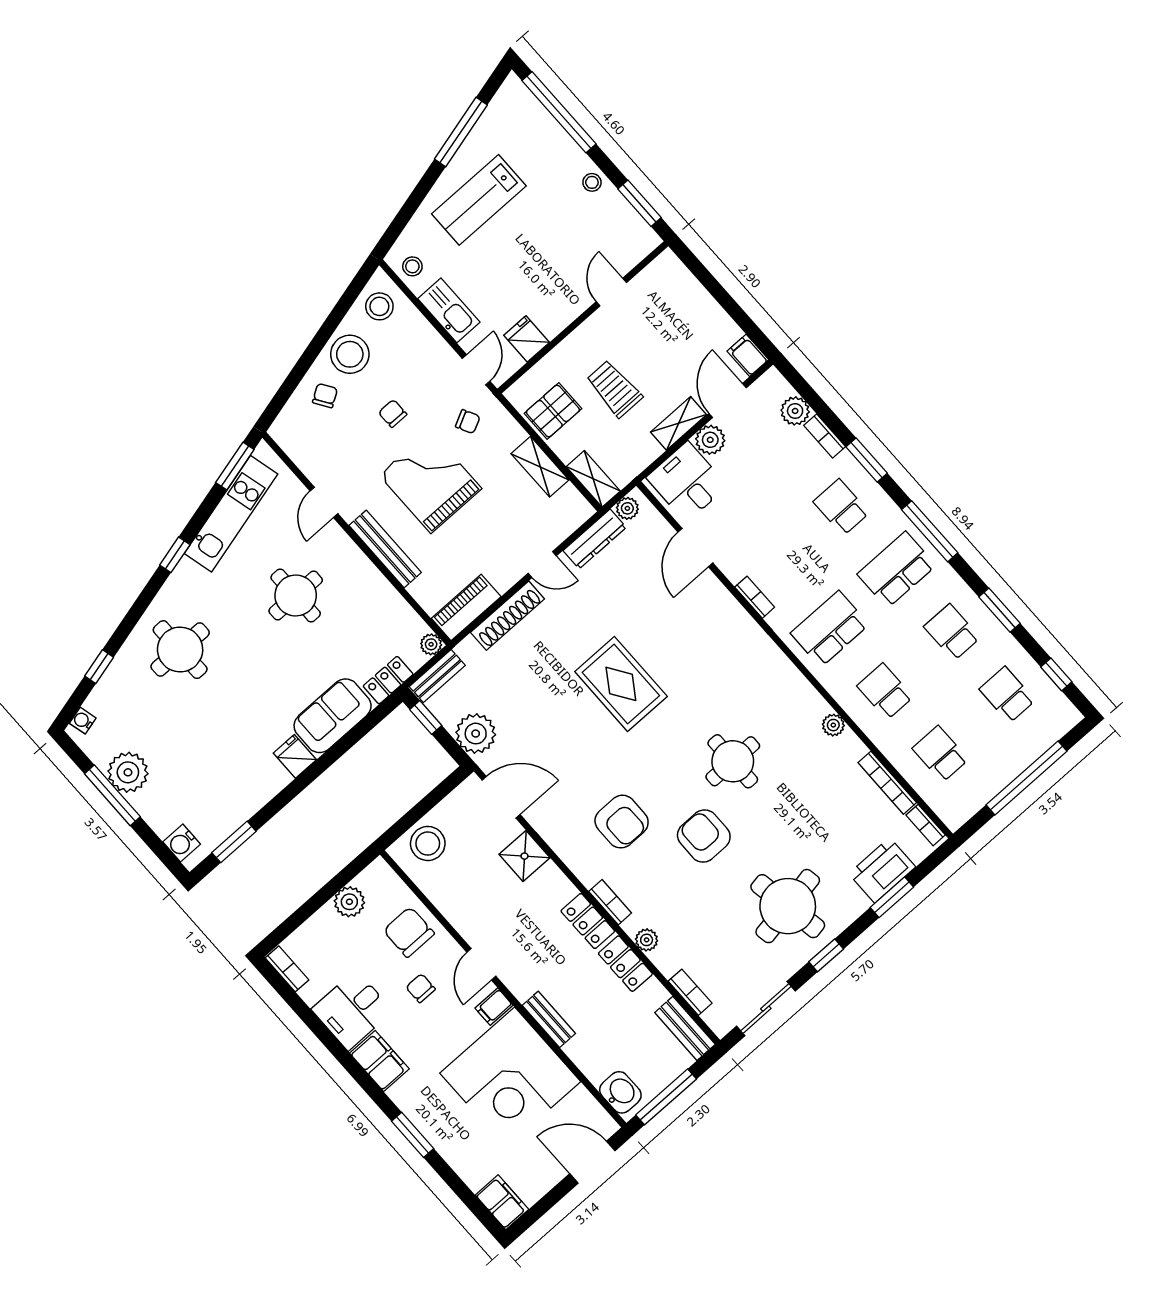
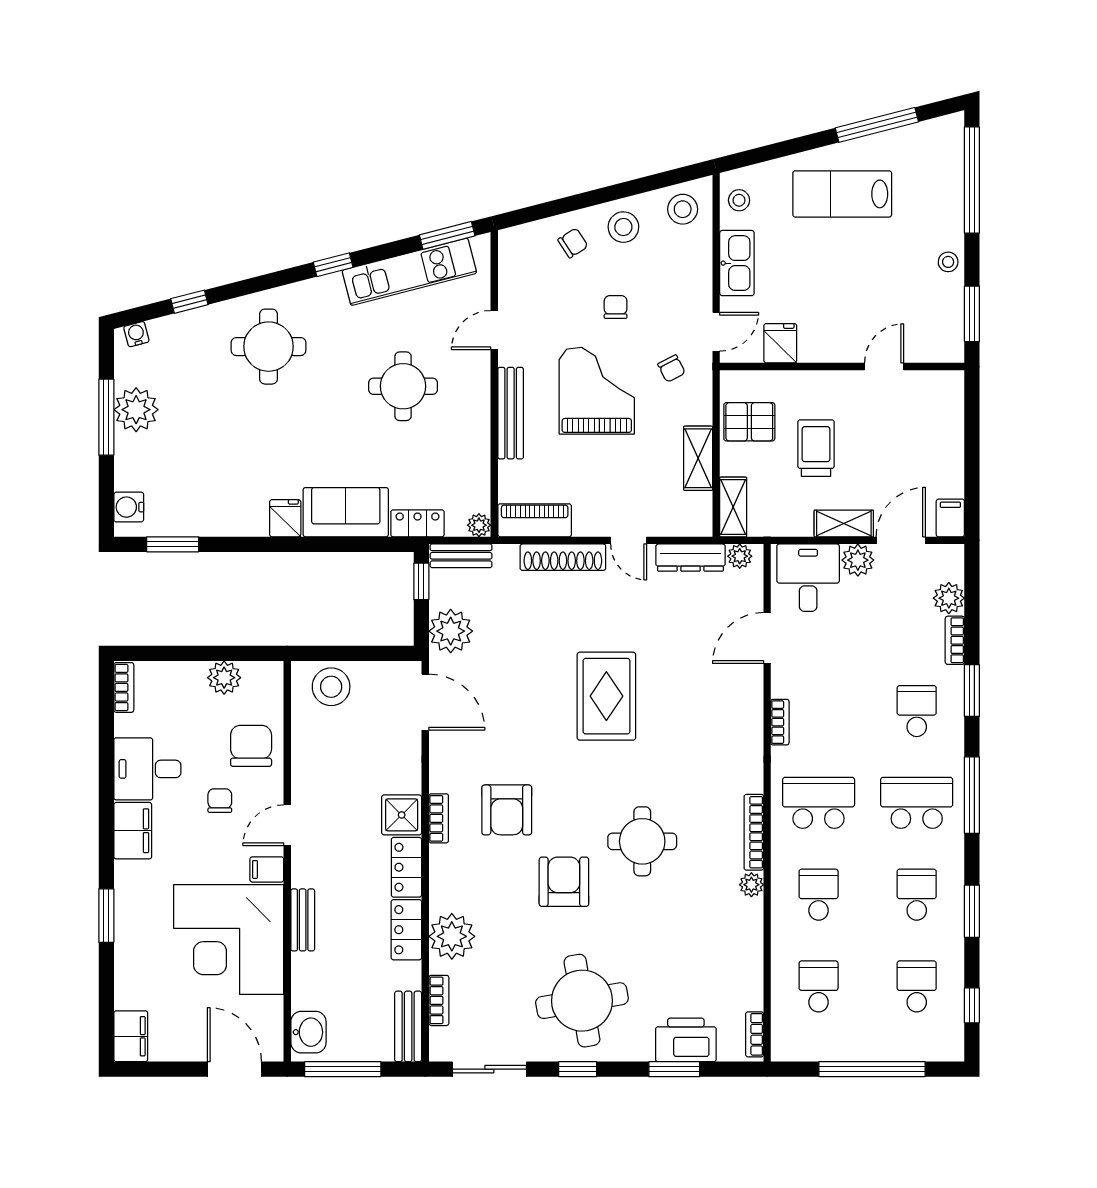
stool: (350, 354) -> (623, 227), width x0.73, depth x0.73
bookcase: (887, 783) -> (754, 832), moved
shower: (524, 856) -> (402, 815), moved
bookcase: (610, 902) -> (439, 818), moved
plant: (647, 940) -> (452, 936), width x1.88, depth x1.88

